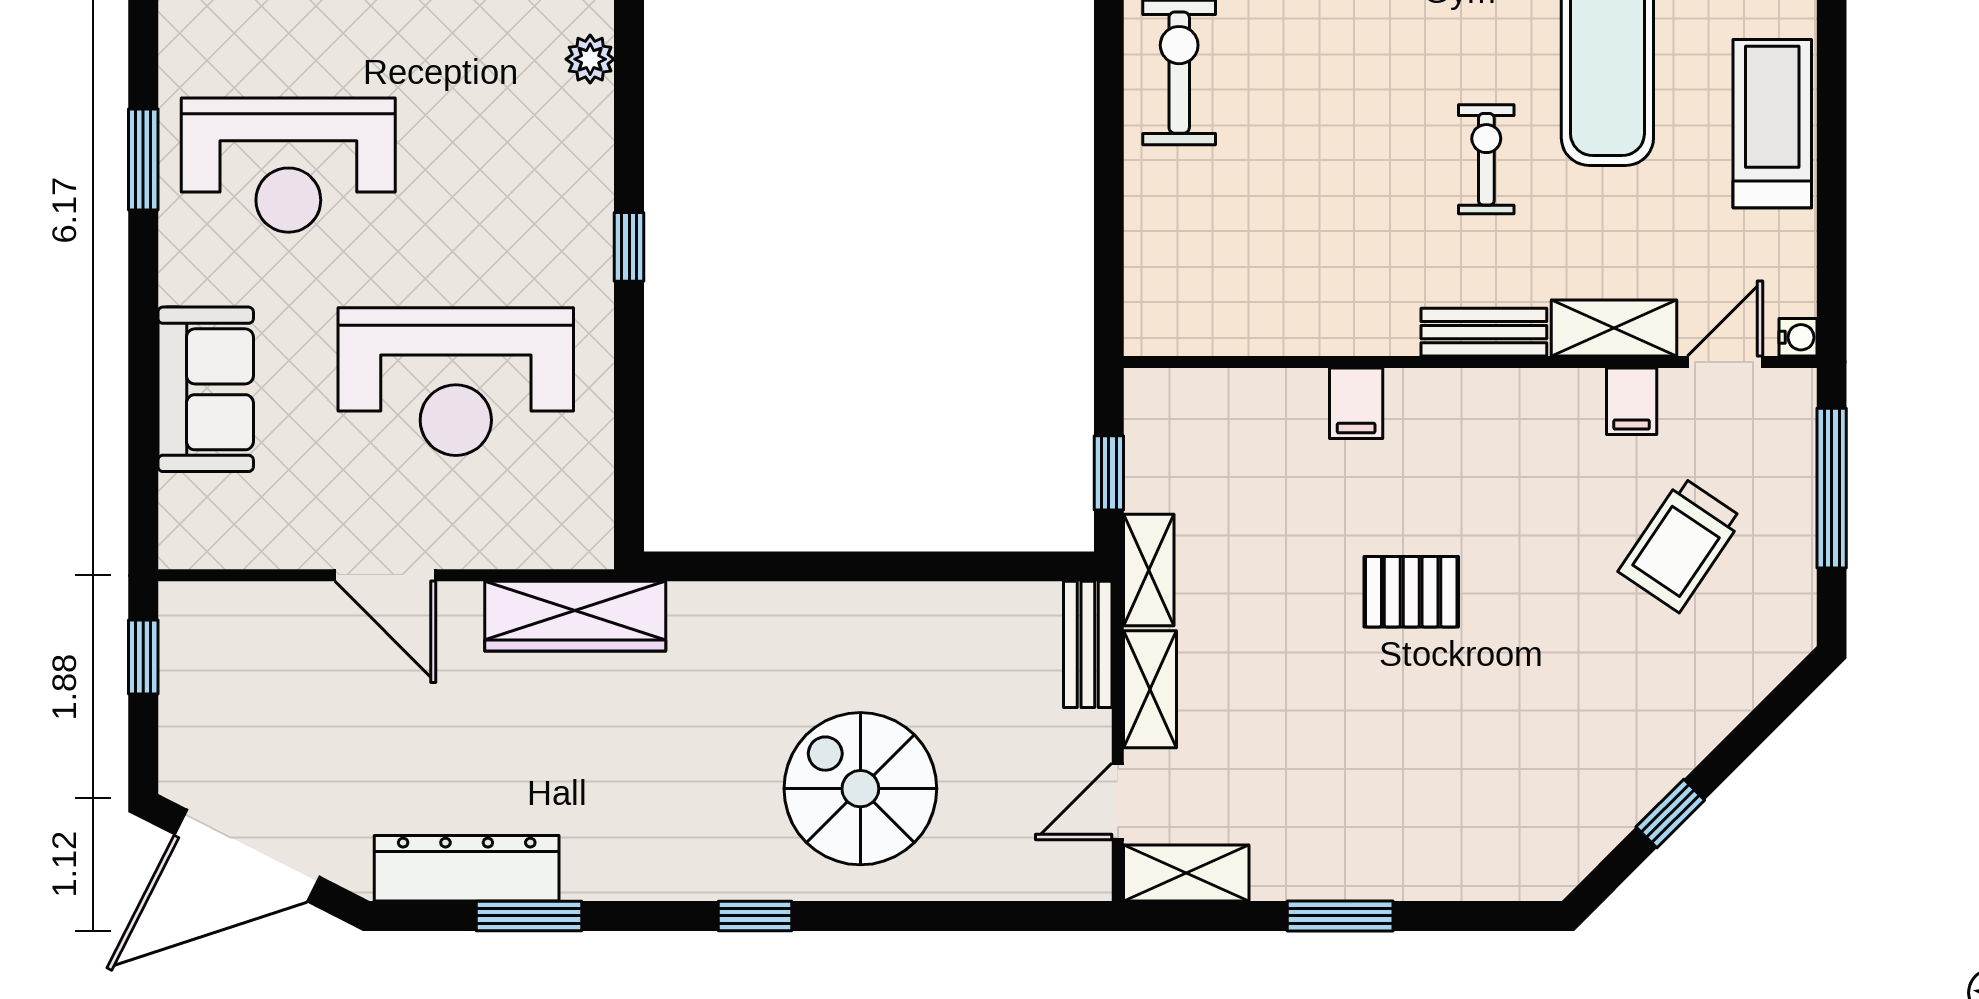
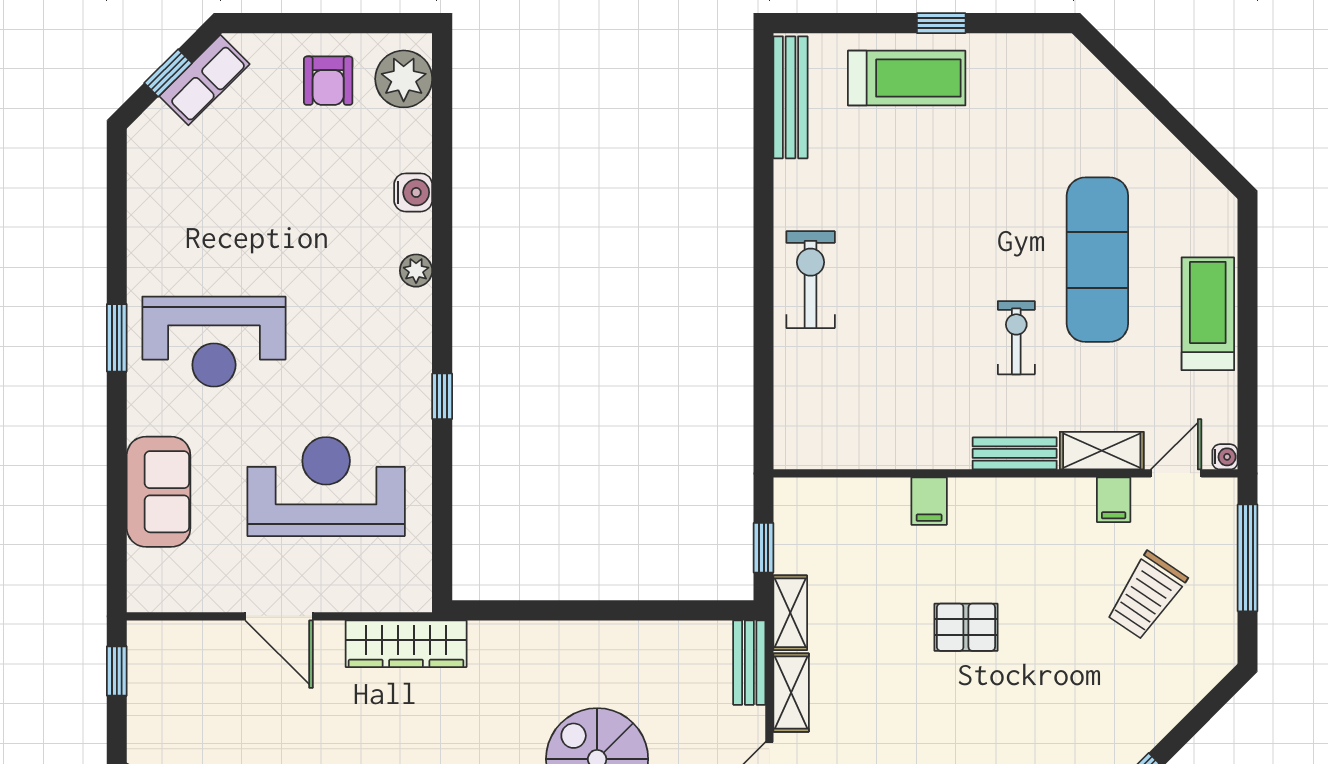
reception desk: (456, 382) -> (326, 487), turned 180

